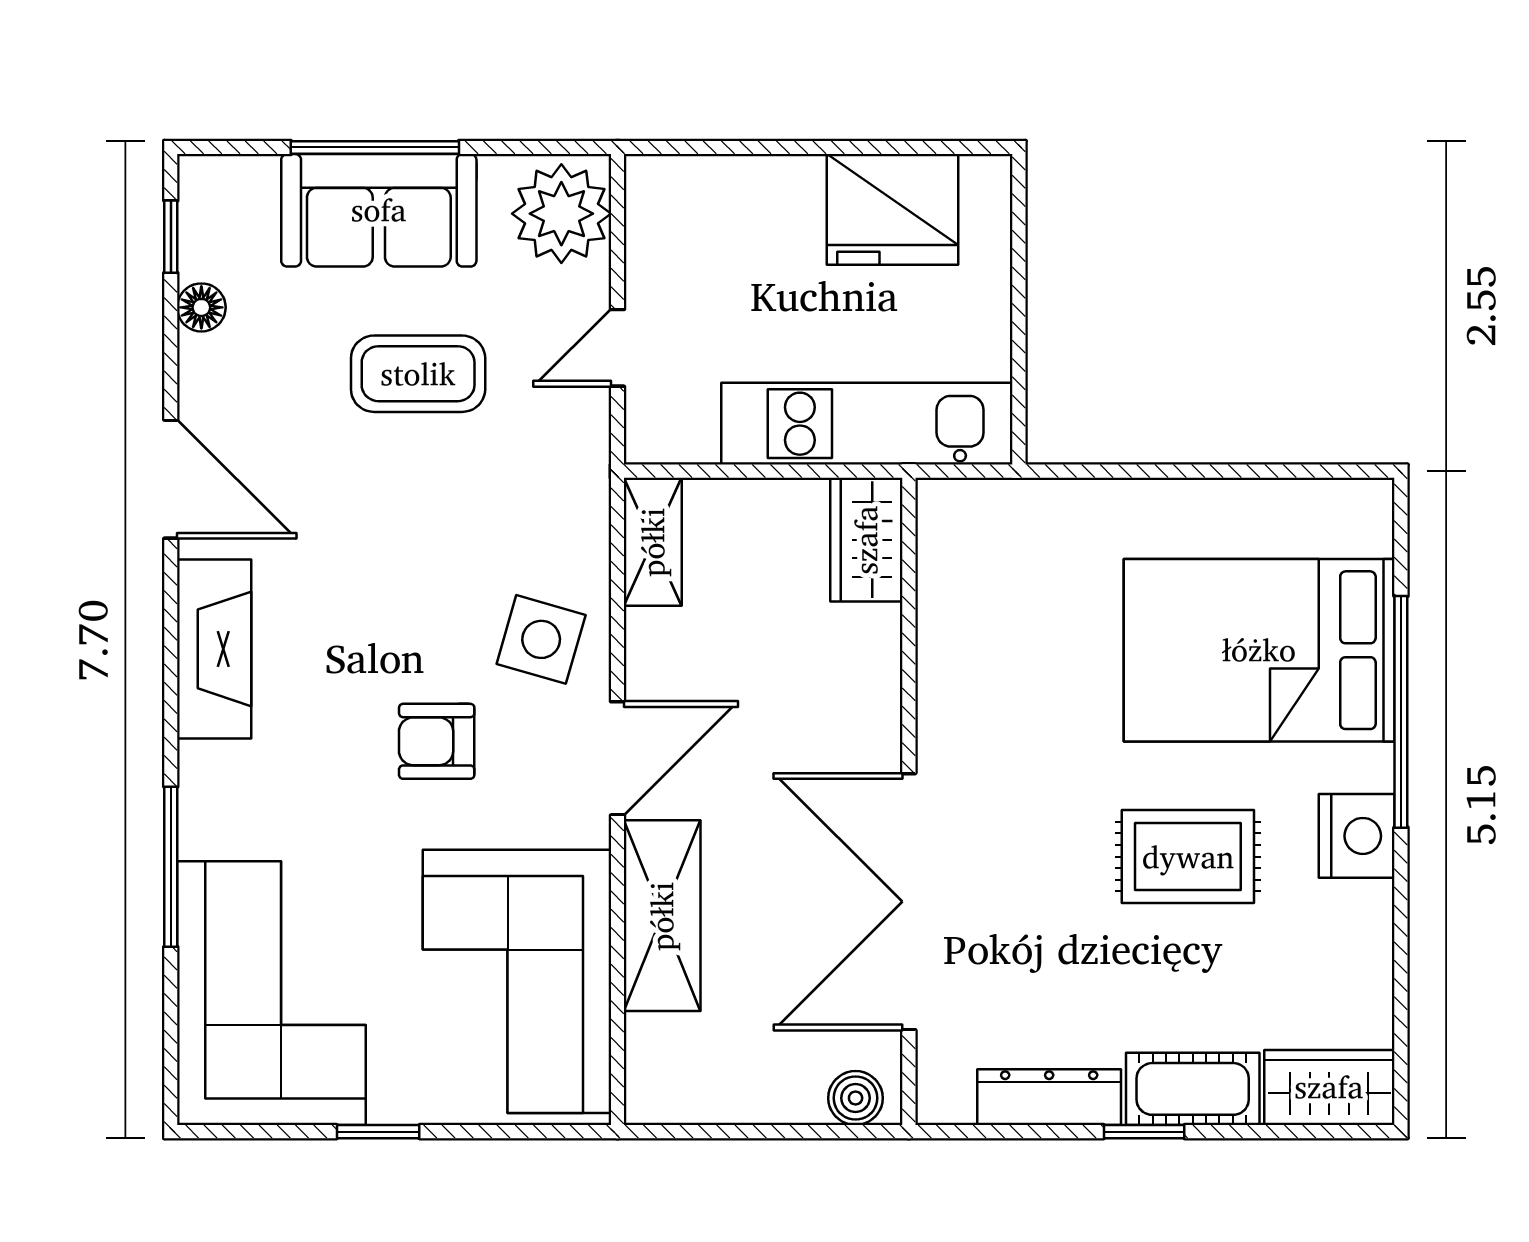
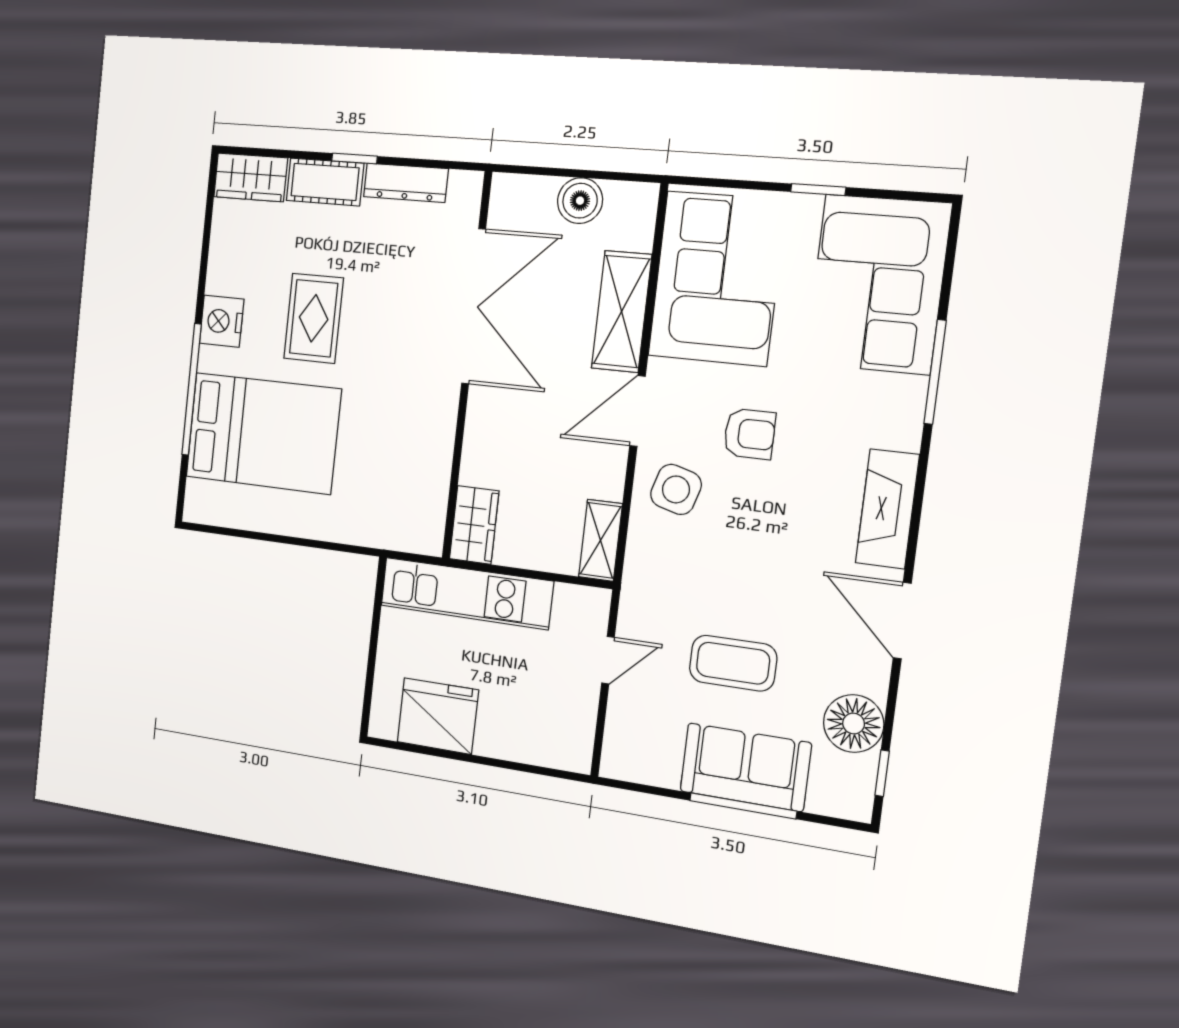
plant: (561, 214) -> (632, 746), removed
floor lamp: (201, 307) -> (854, 723), width x1.89, depth x1.89
rug: (1188, 857) -> (314, 318), turned 90
boiler: (856, 1098) -> (580, 201), moved, width x1.36, depth x1.36

